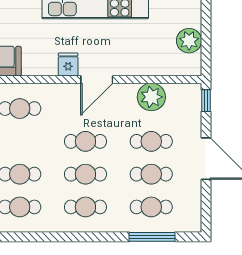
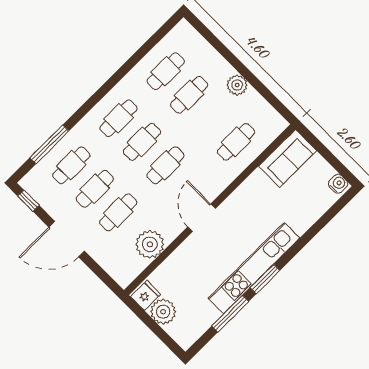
fridge: (68, 64) -> (146, 295), moved, turned -90
window: (206, 101) -> (28, 201), moved

